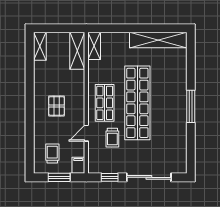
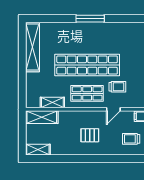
shelving: (94, 46) -> (52, 103), moved
door: (86, 133) -> (113, 109), hinge flipped

